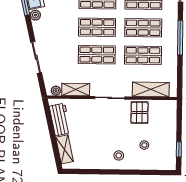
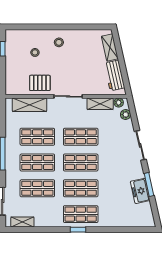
plant: (35, 15) -> (126, 115), moved
sliding door: (36, 57) -> (140, 145), moved
pallet: (139, 112) -> (40, 83), turned 90

